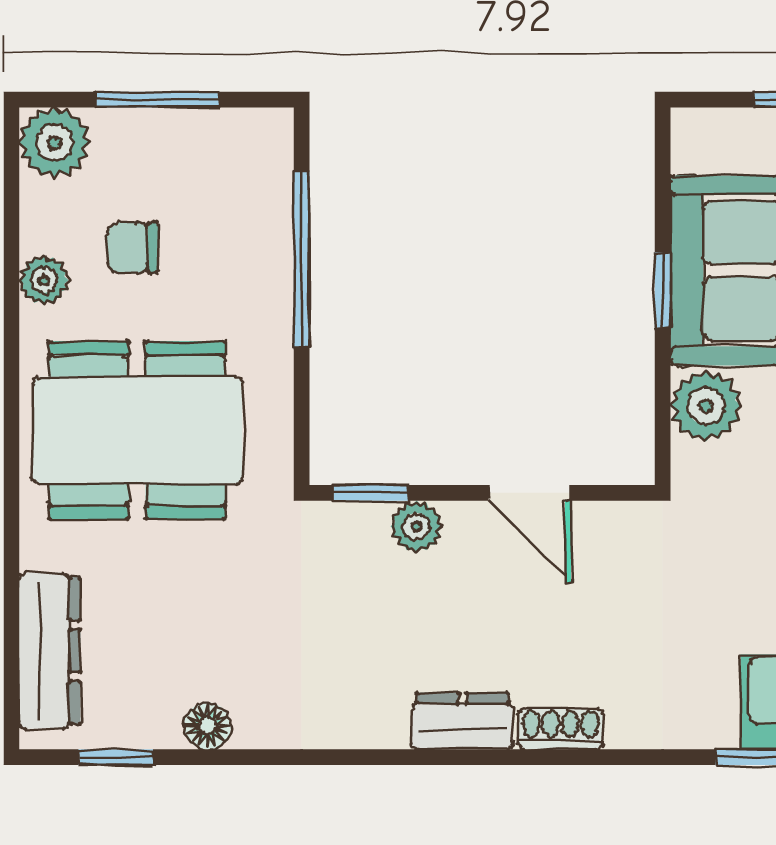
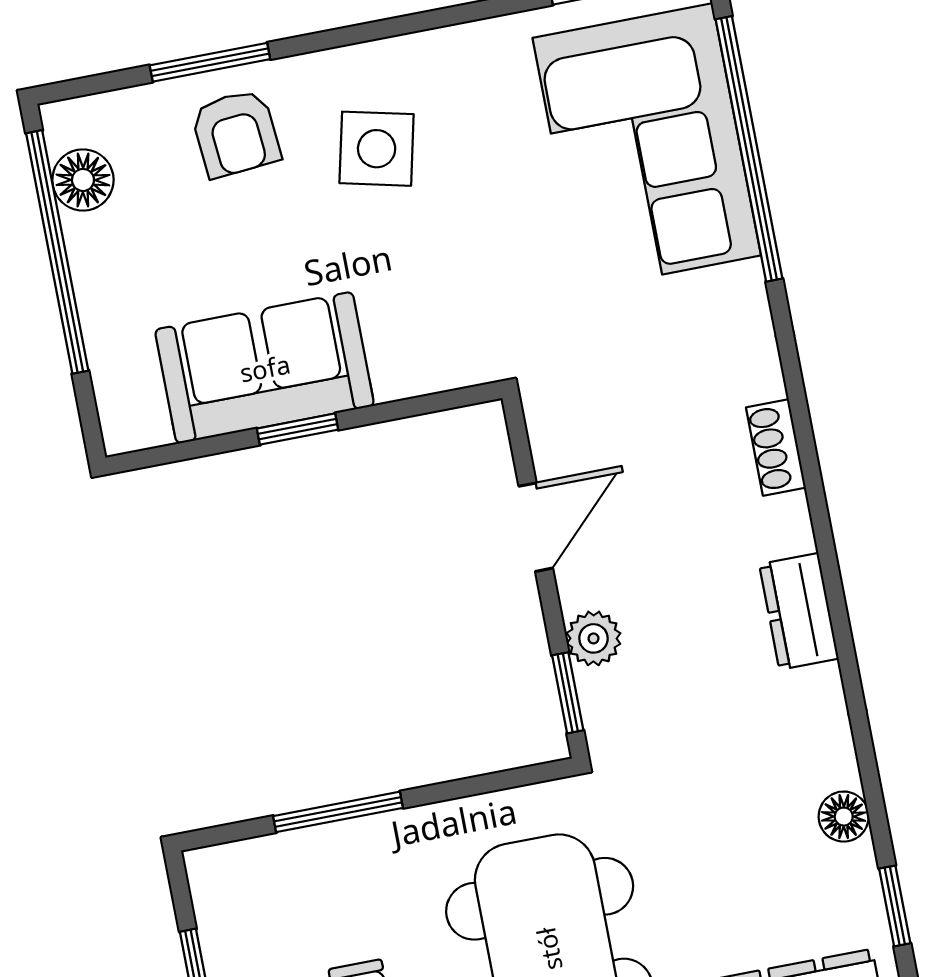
window: (302, 259) -> (338, 812), width x0.69
plant: (706, 406) -> (410, 361), removed
dresser: (462, 721) -> (799, 611), moved

